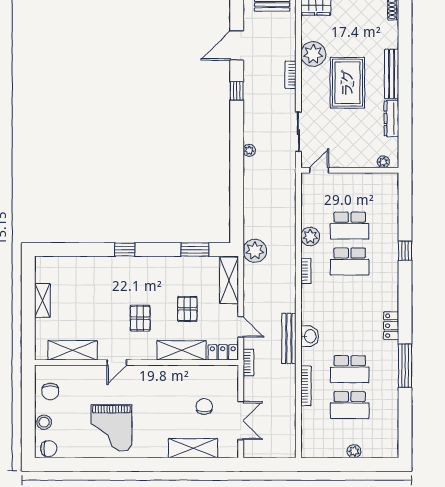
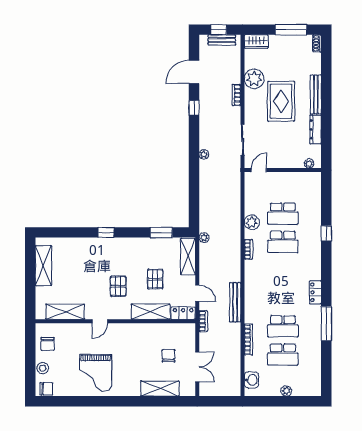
plant: (255, 251) -> (204, 238), width x0.53, depth x0.53
shelving: (42, 300) -> (43, 266), width x1.50, depth x1.33
washbasin: (310, 336) -> (251, 380), moved

